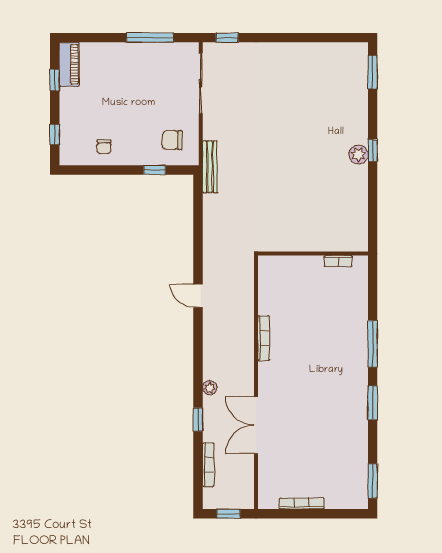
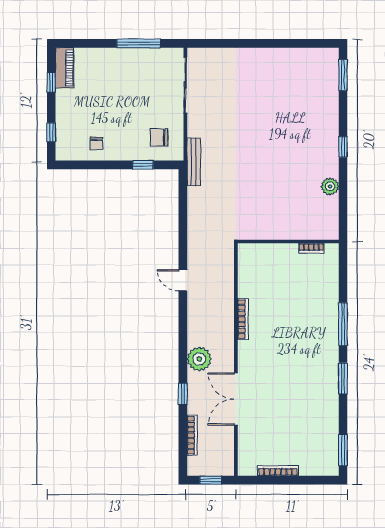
window: (227, 38) -> (209, 43), removed
plant: (359, 154) -> (330, 186), moved
plant: (210, 388) -> (199, 359), width x1.88, depth x1.88

